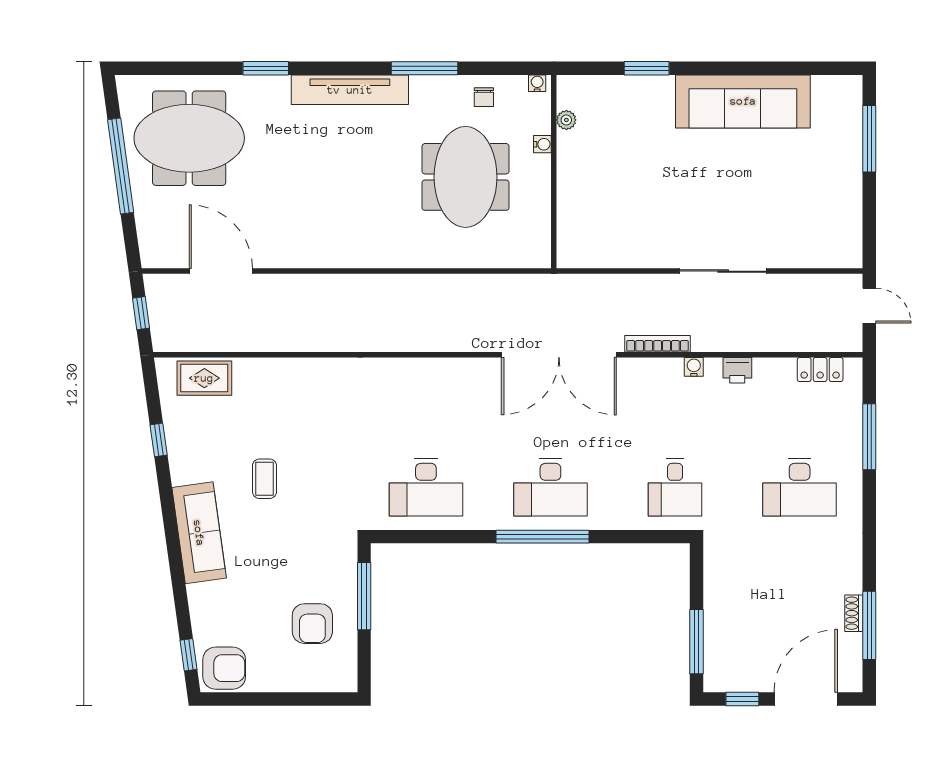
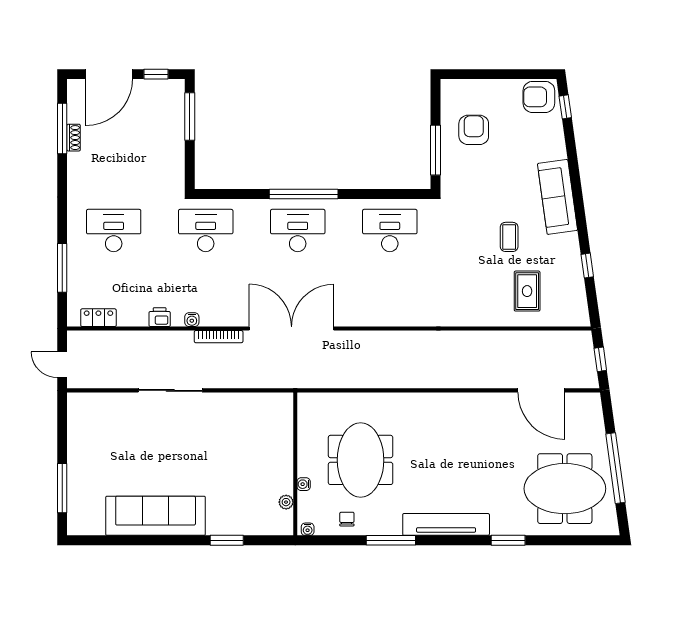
rug: (204, 378) -> (527, 291), moved, turned 90
desk: (675, 487) -> (206, 231), width x1.37

